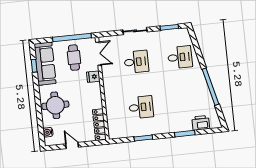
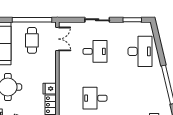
desk: (180, 57) -> (140, 51), width x1.37
fridge: (93, 77) -> (50, 89), moved
desk: (141, 107) -> (95, 98), turned 180

